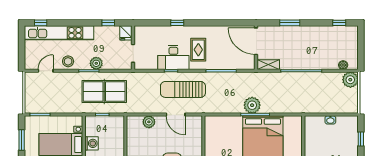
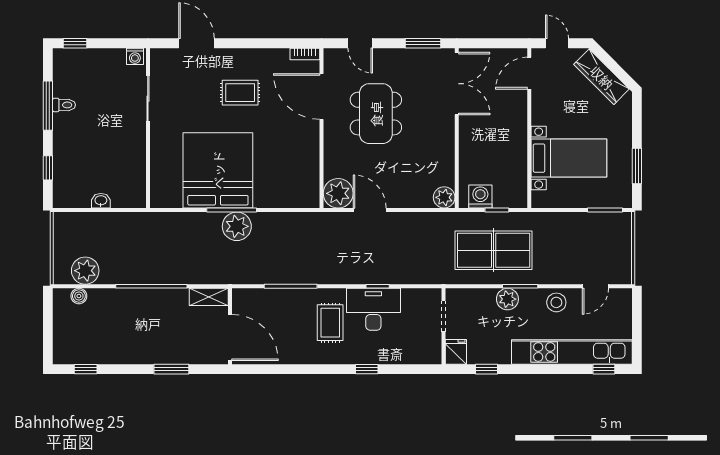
plant: (350, 80) -> (85, 271), moved
sun lounger: (183, 89) -> (357, 254), removed
plant: (149, 122) -> (444, 197), moved
plant: (194, 124) -> (338, 193), added
washing machine: (91, 143) -> (480, 197), moved, turned 90

